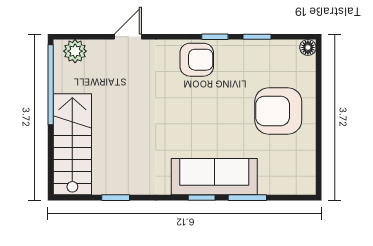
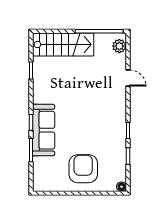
armchair: (197, 60) -> (114, 120), removed

